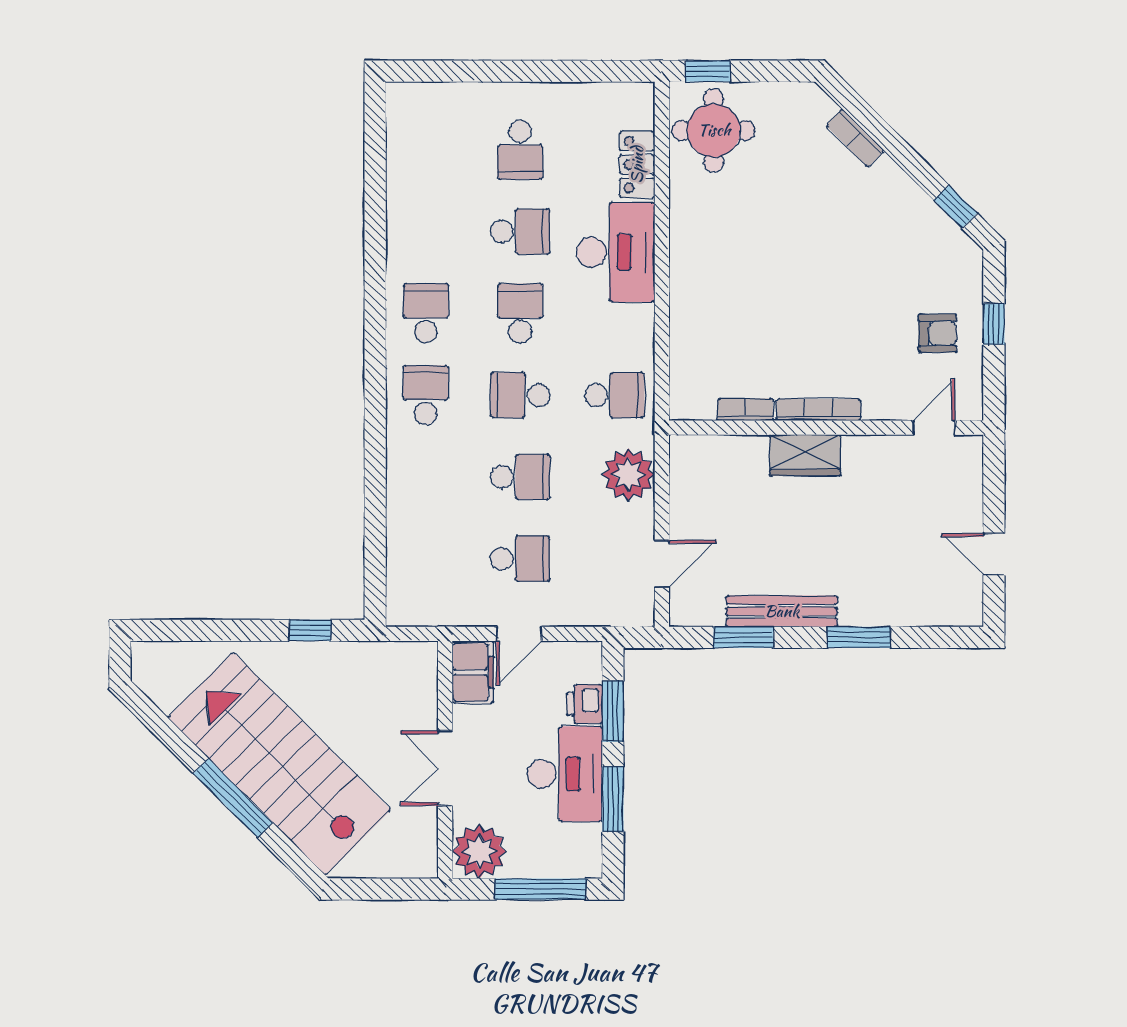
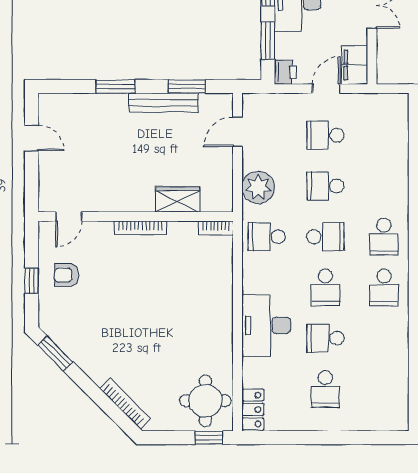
bookcase: (855, 138) -> (125, 403), width x1.56
school desk: (520, 150) -> (325, 389), turned 180
locker: (637, 165) -> (253, 409), moved
window: (955, 207) -> (55, 354), width x1.50
bookcase: (745, 409) -> (216, 228), moved
wardrobe: (805, 455) -> (177, 199), moved
printer: (585, 704) -> (285, 72), moved

